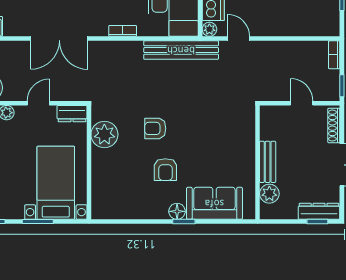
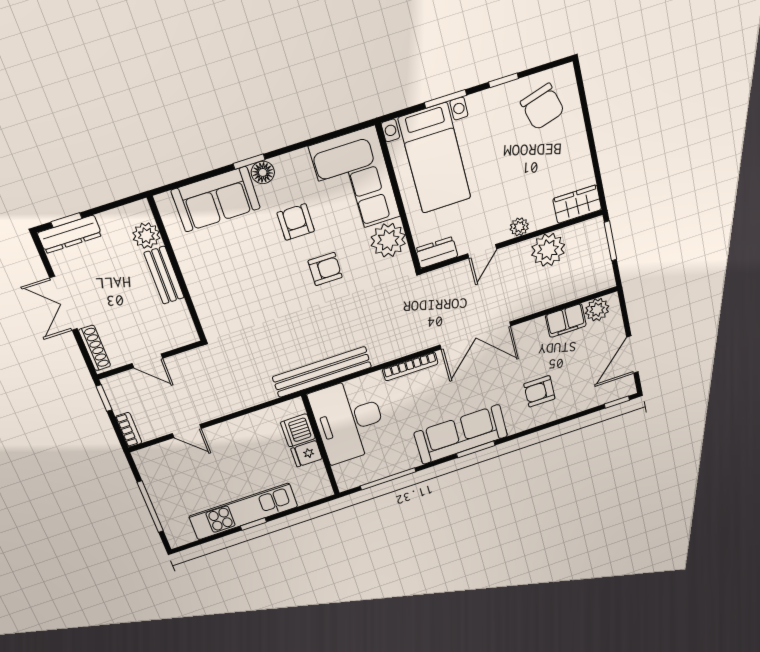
plant: (209, 29) -> (295, 407), removed
bookcase: (123, 31) -> (410, 367), width x1.56
double door: (59, 39) -> (475, 336), swing flipped
door: (239, 39) -> (187, 431), moved
corner sofa: (116, 184) -> (355, 182), added

